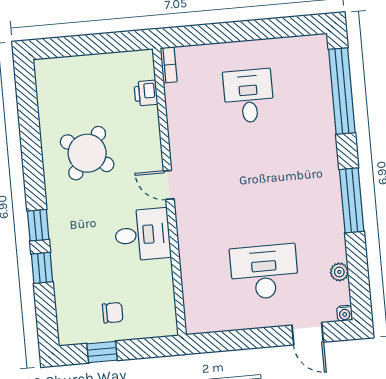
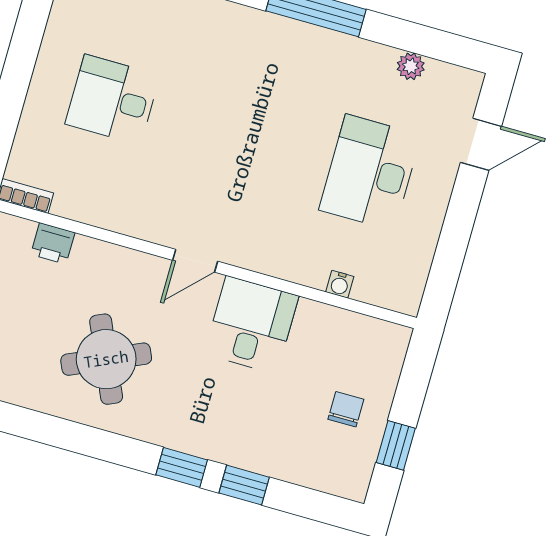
round table: (87, 153) -> (106, 359), turned 31
water cooler: (345, 313) -> (340, 284), moved, turned 90

